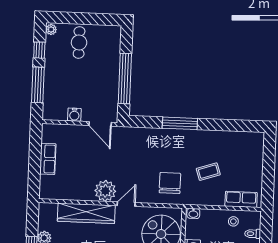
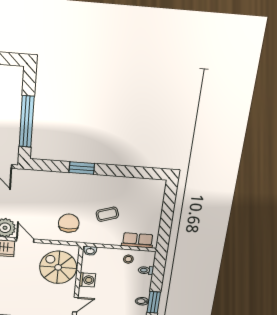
window: (180, 123) -> (82, 168), width x0.69
door: (126, 204) -> (25, 240), hinge flipped

